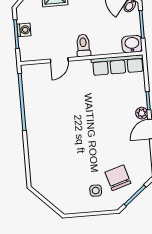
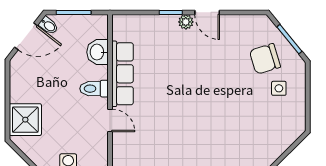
washbasin: (132, 44) -> (98, 52), moved
row of seats: (118, 65) -> (123, 74), moved

